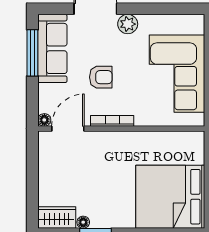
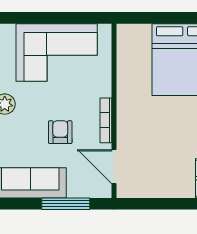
window: (32, 53) -> (66, 204), moved
floor lamp: (44, 120) -> (105, 191), removed

